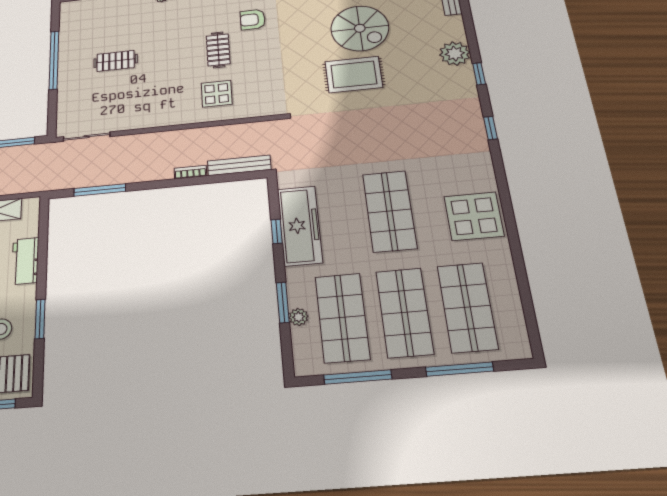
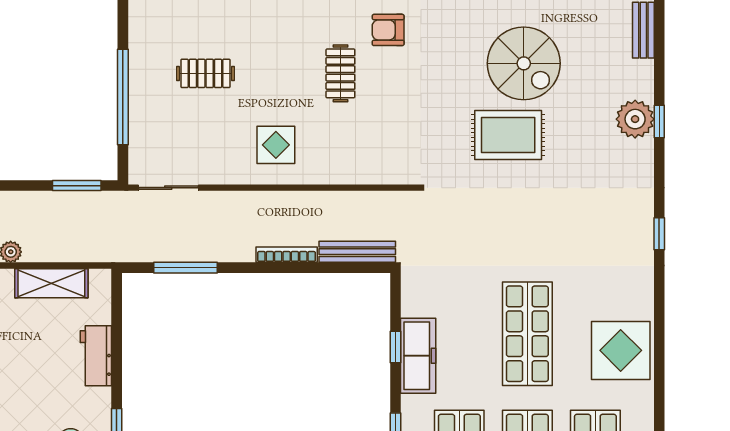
window: (54, 60) -> (123, 97), moved
window: (479, 74) -> (659, 122), moved
display table: (217, 94) -> (276, 145), moved
bookcase: (190, 172) -> (287, 255), width x1.56
freezer: (300, 226) -> (418, 356), width x0.73, depth x0.79

